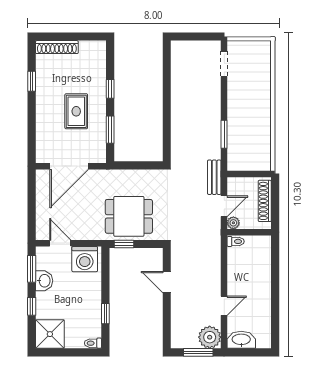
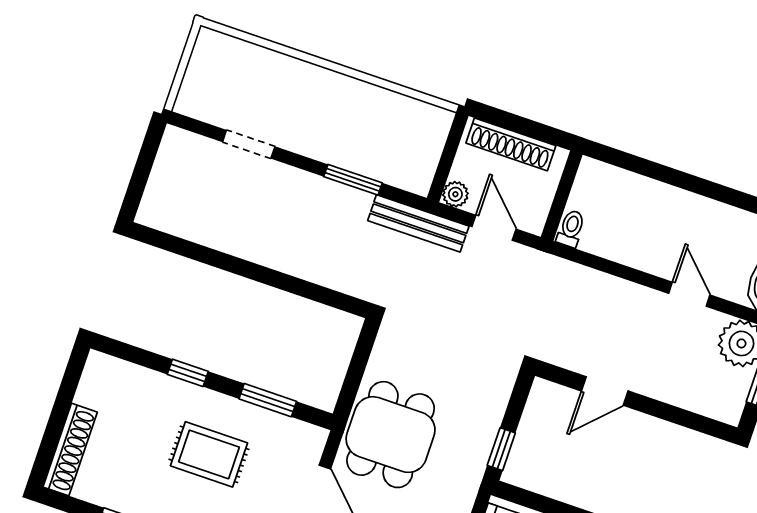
doorway: (224, 64) -> (249, 144), moved
bench: (214, 177) -> (418, 223), width x1.36
dining table: (129, 216) -> (391, 435), moved
plant: (233, 223) -> (455, 194), moved

